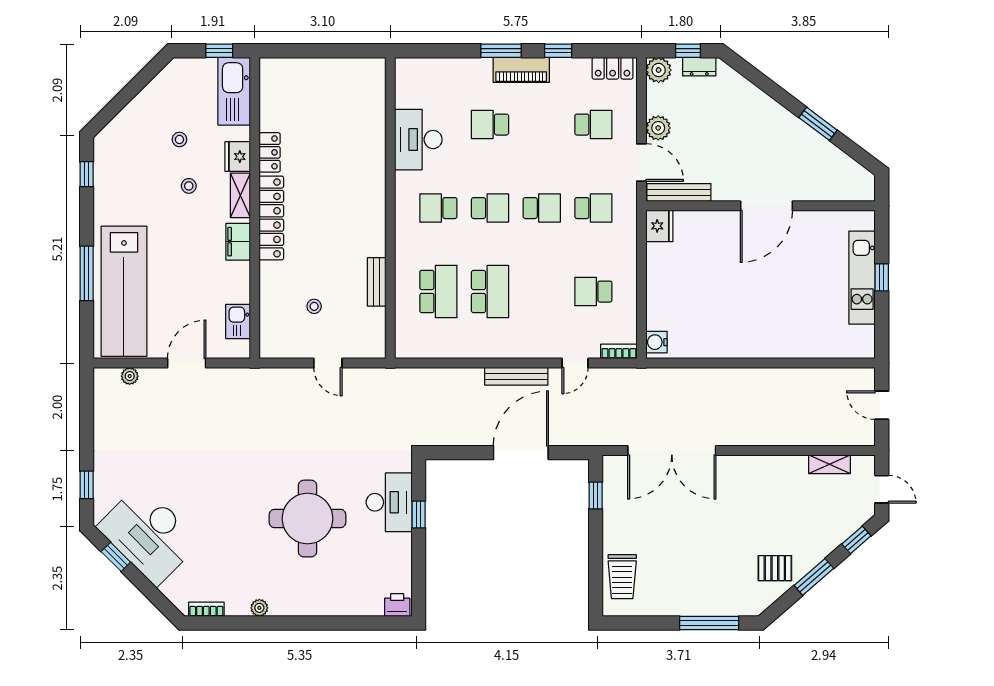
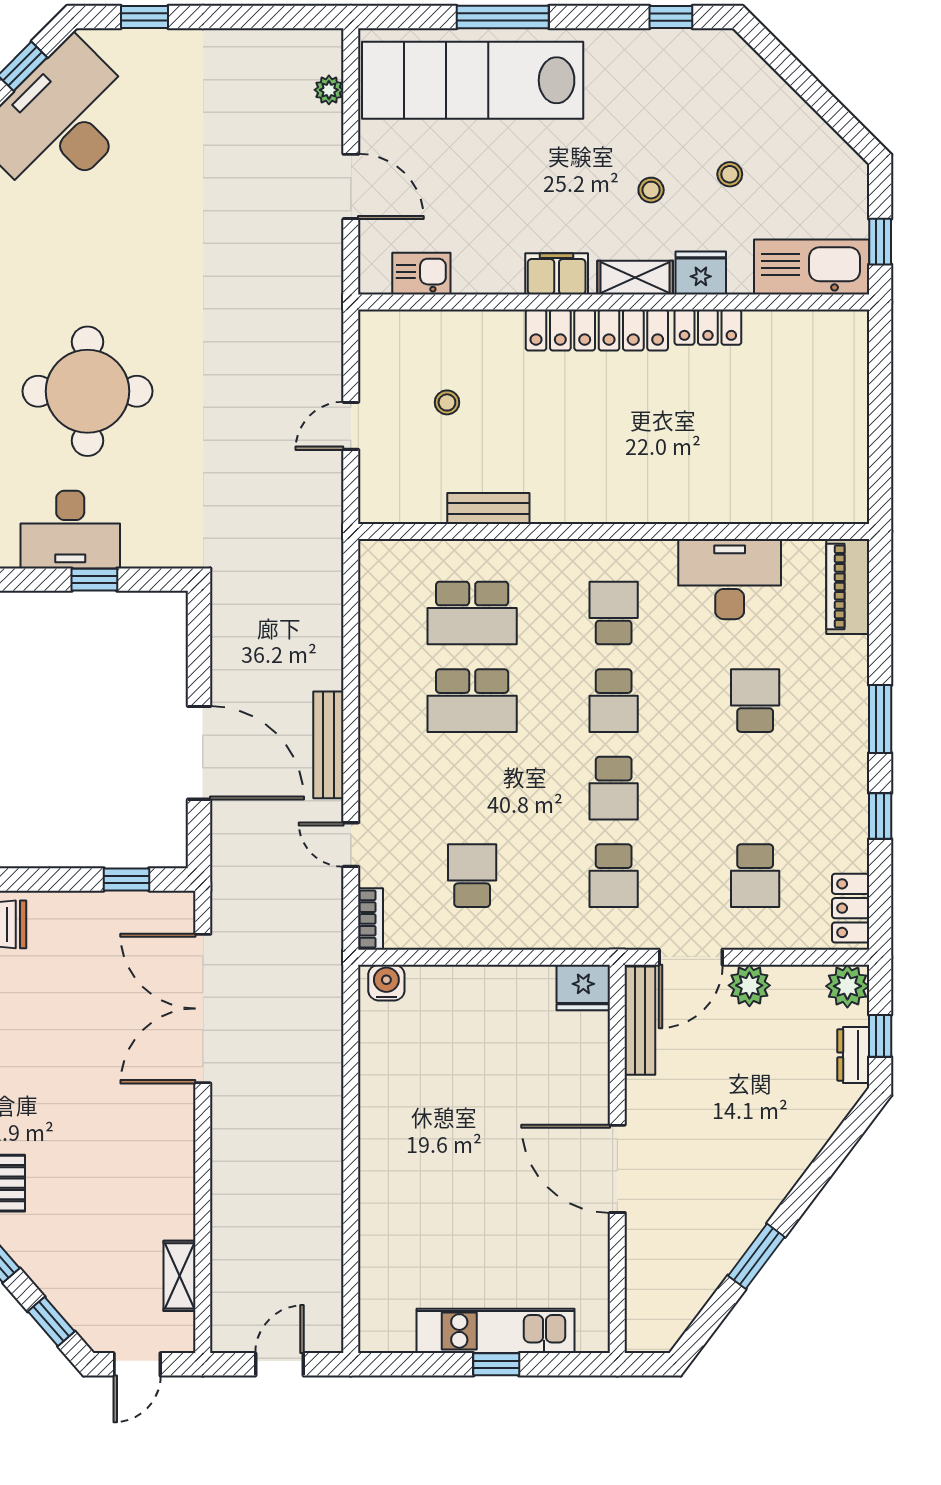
piano: (521, 70) -> (848, 586), moved
desk: (389, 502) -> (70, 530), moved

